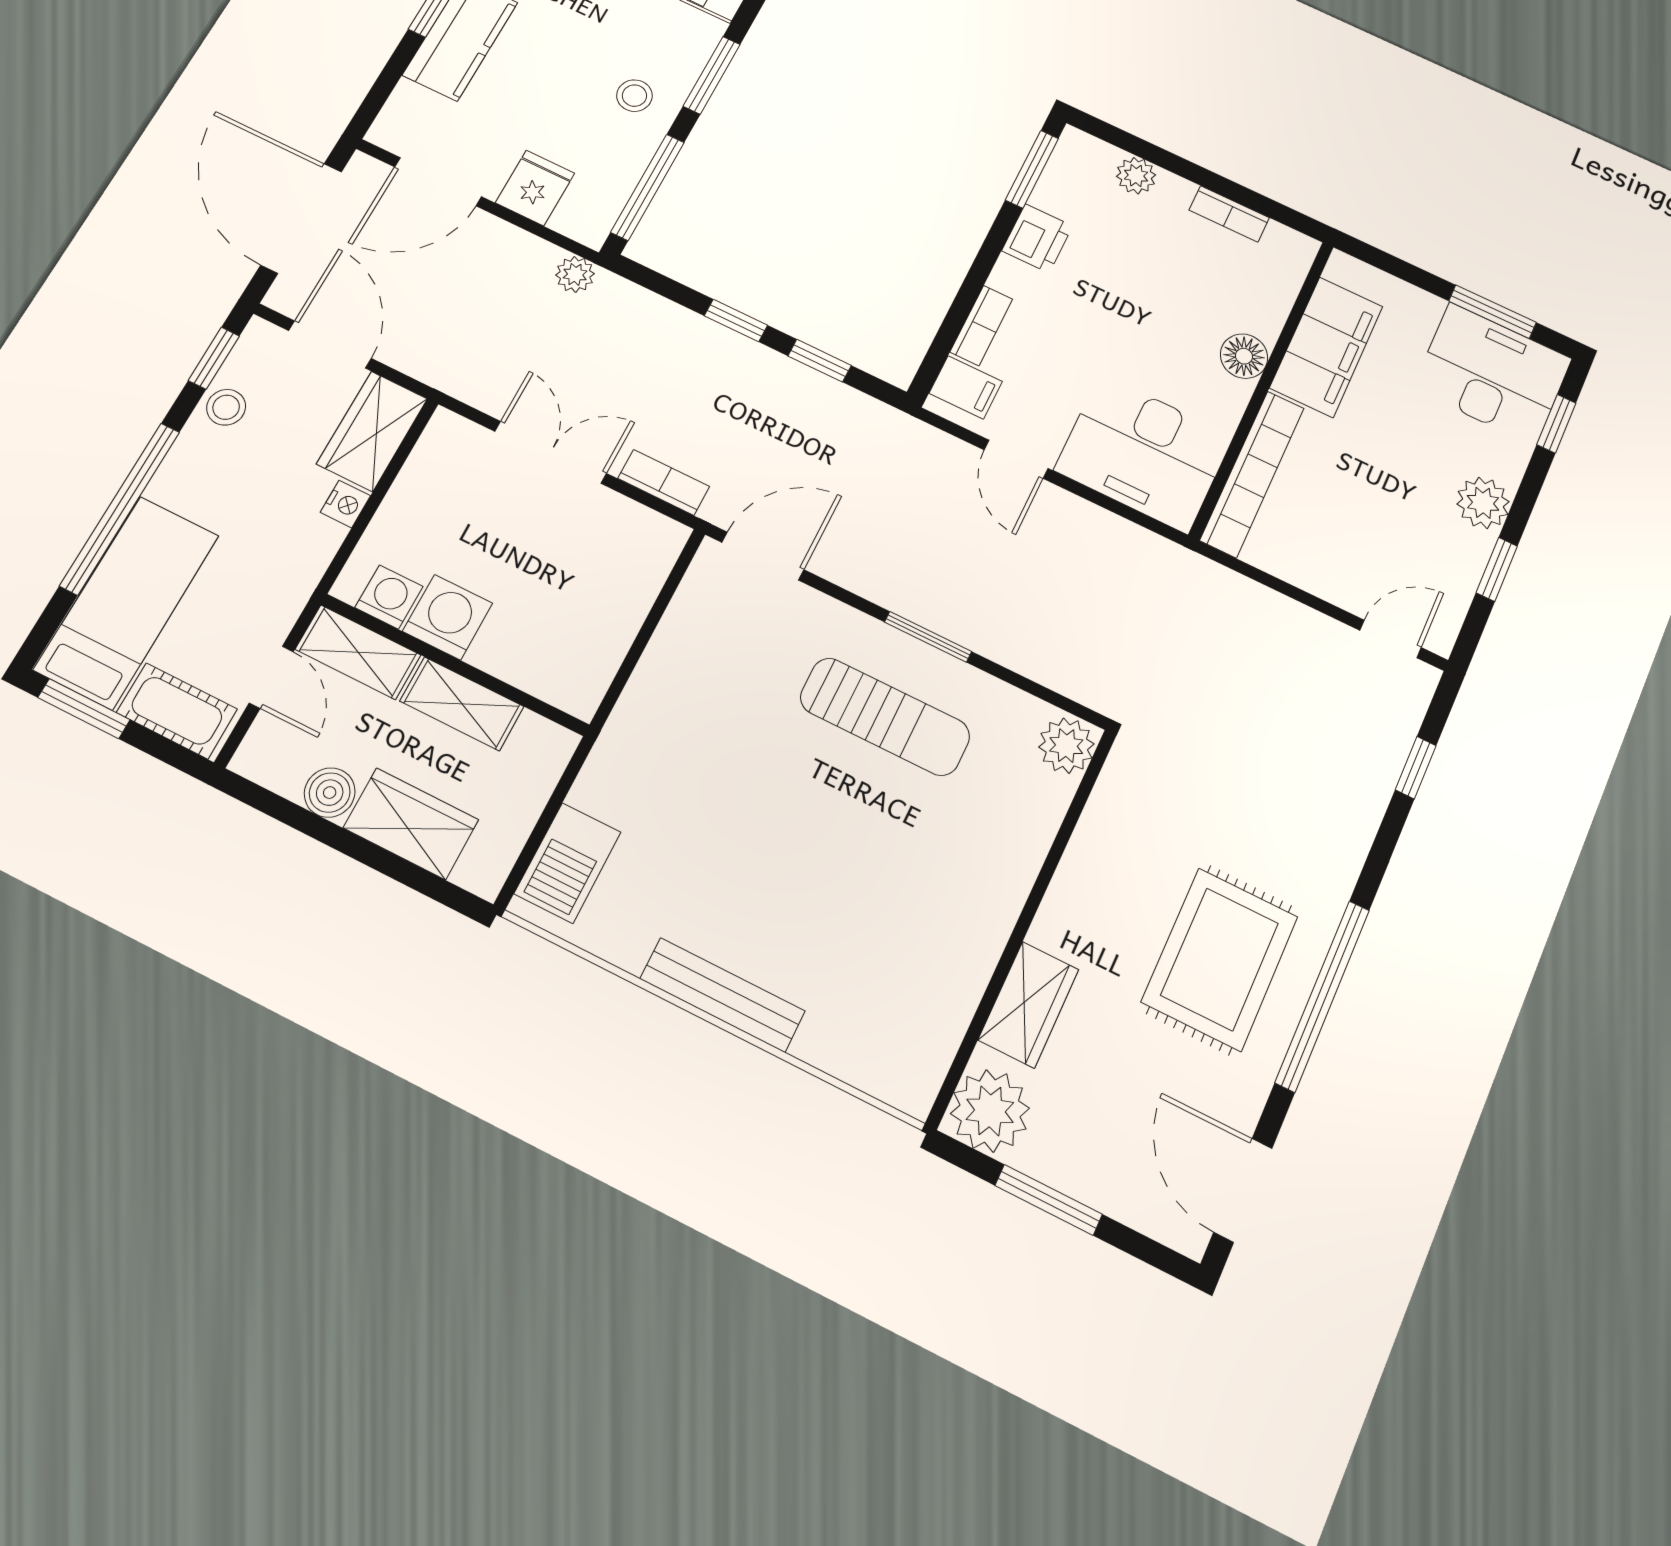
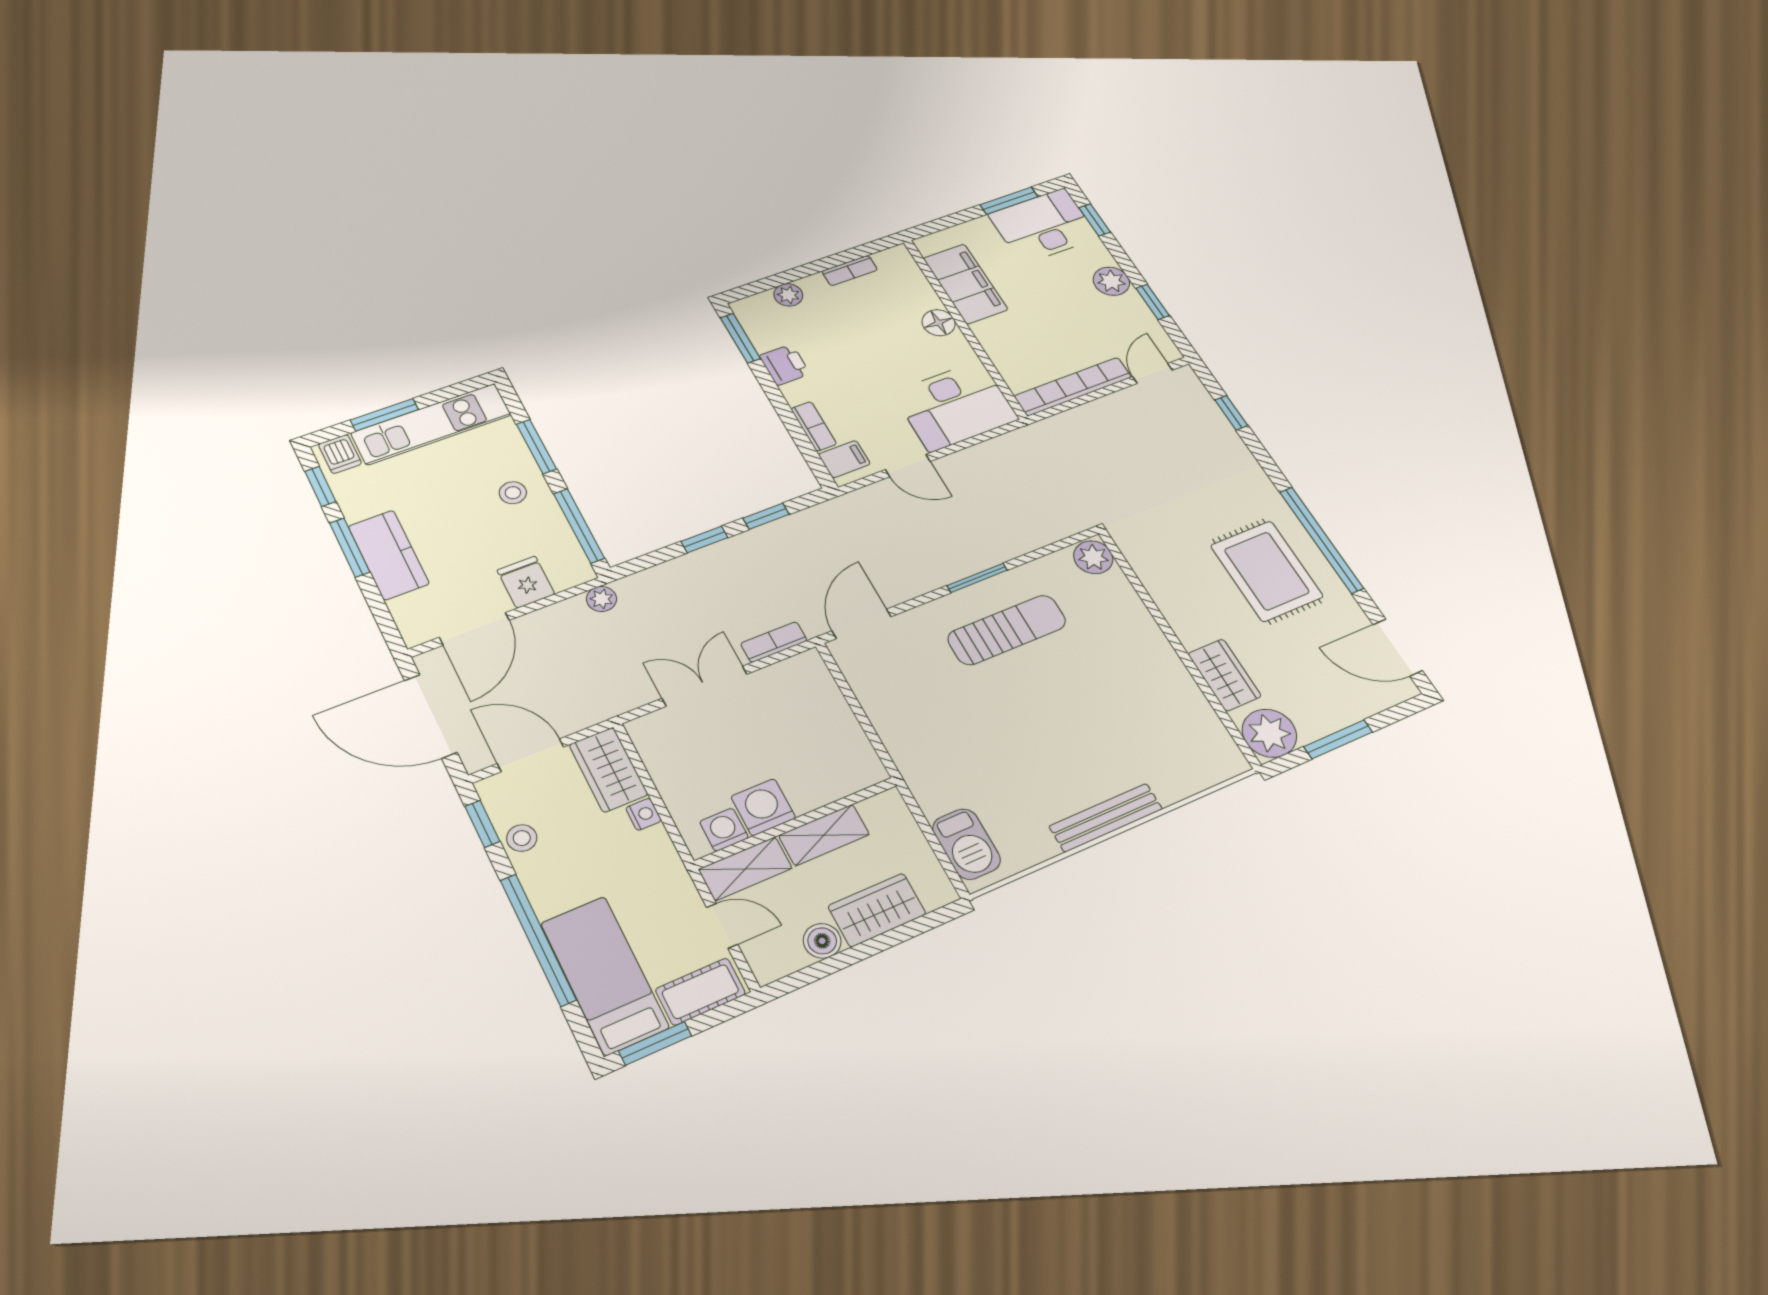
bookcase: (1252, 474) -> (1073, 387), moved, turned -90

